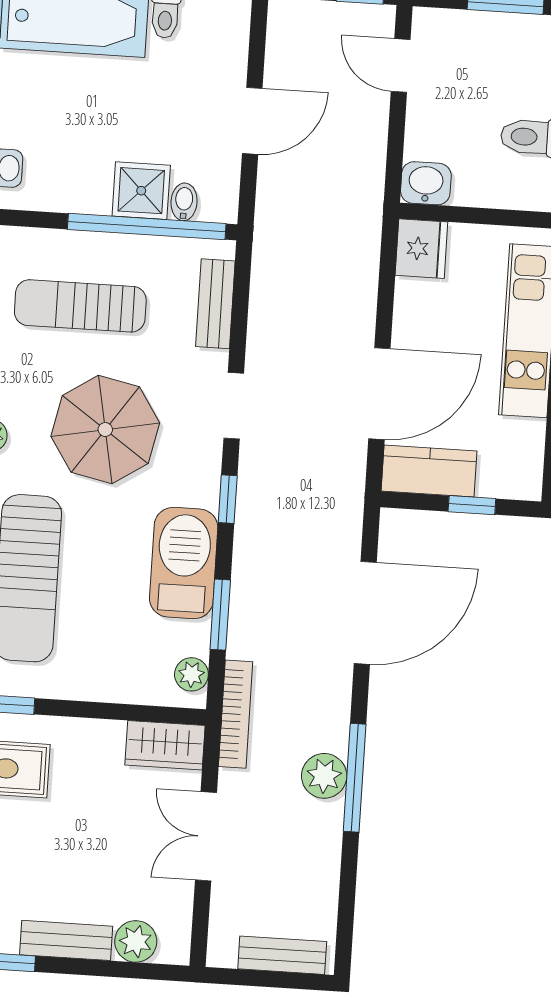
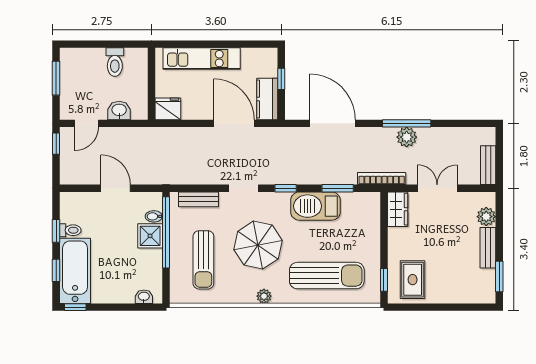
washbasin: (426, 183) -> (119, 110), moved, turned 90
plant: (191, 674) -> (365, 199), removed
double door: (206, 836) -> (437, 188), swing flipped
bench: (282, 955) -> (488, 165), moved

